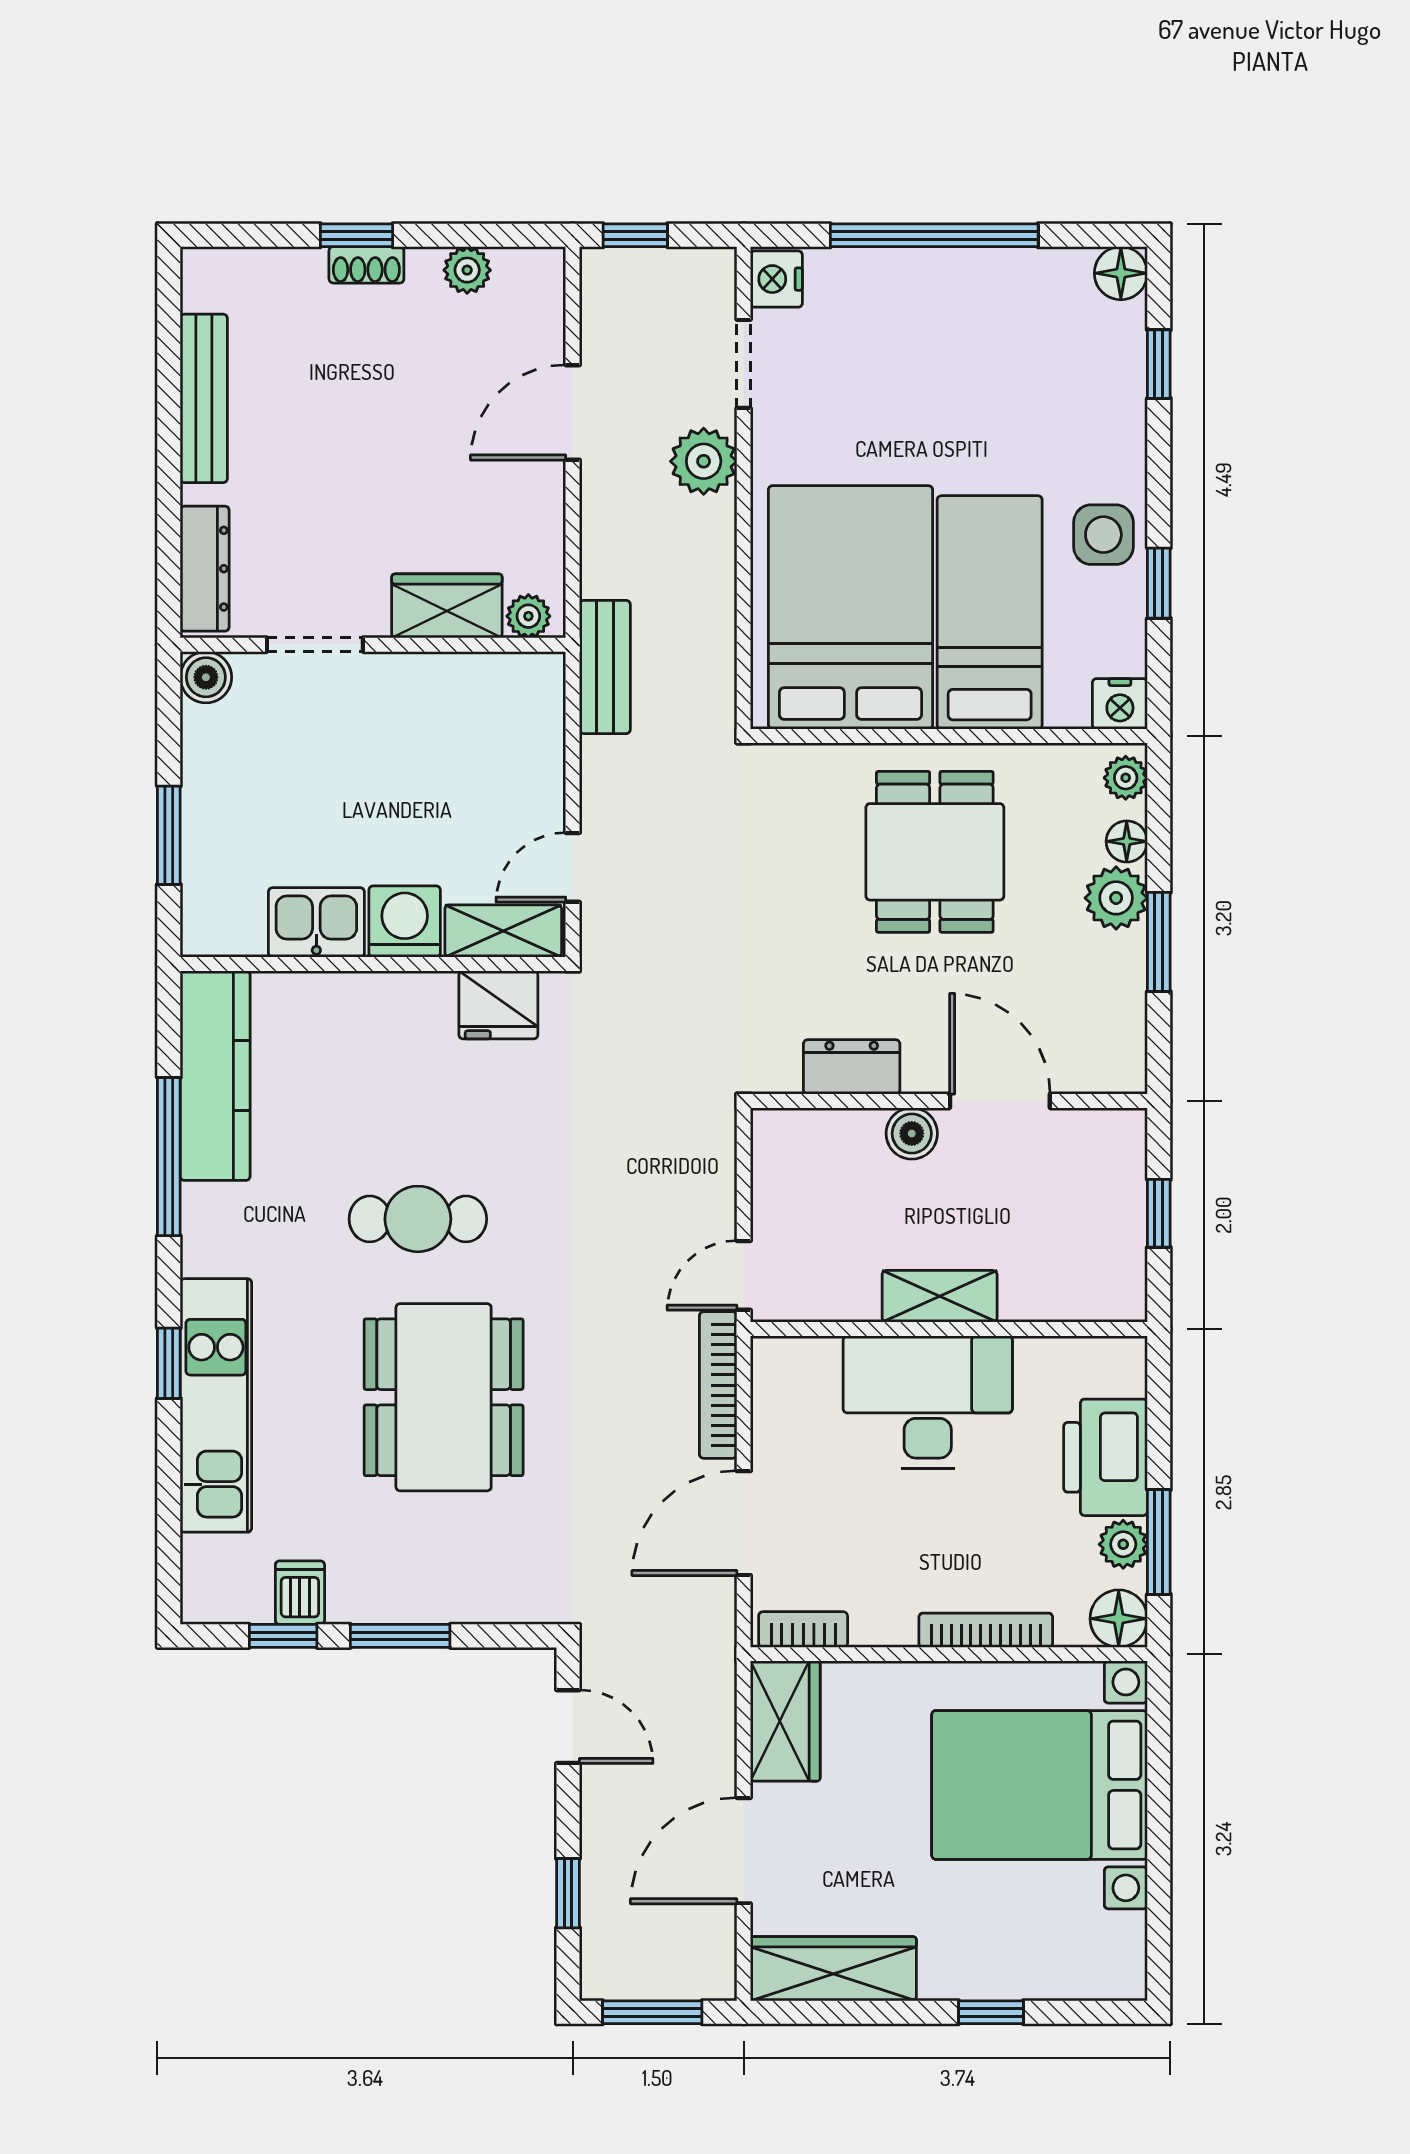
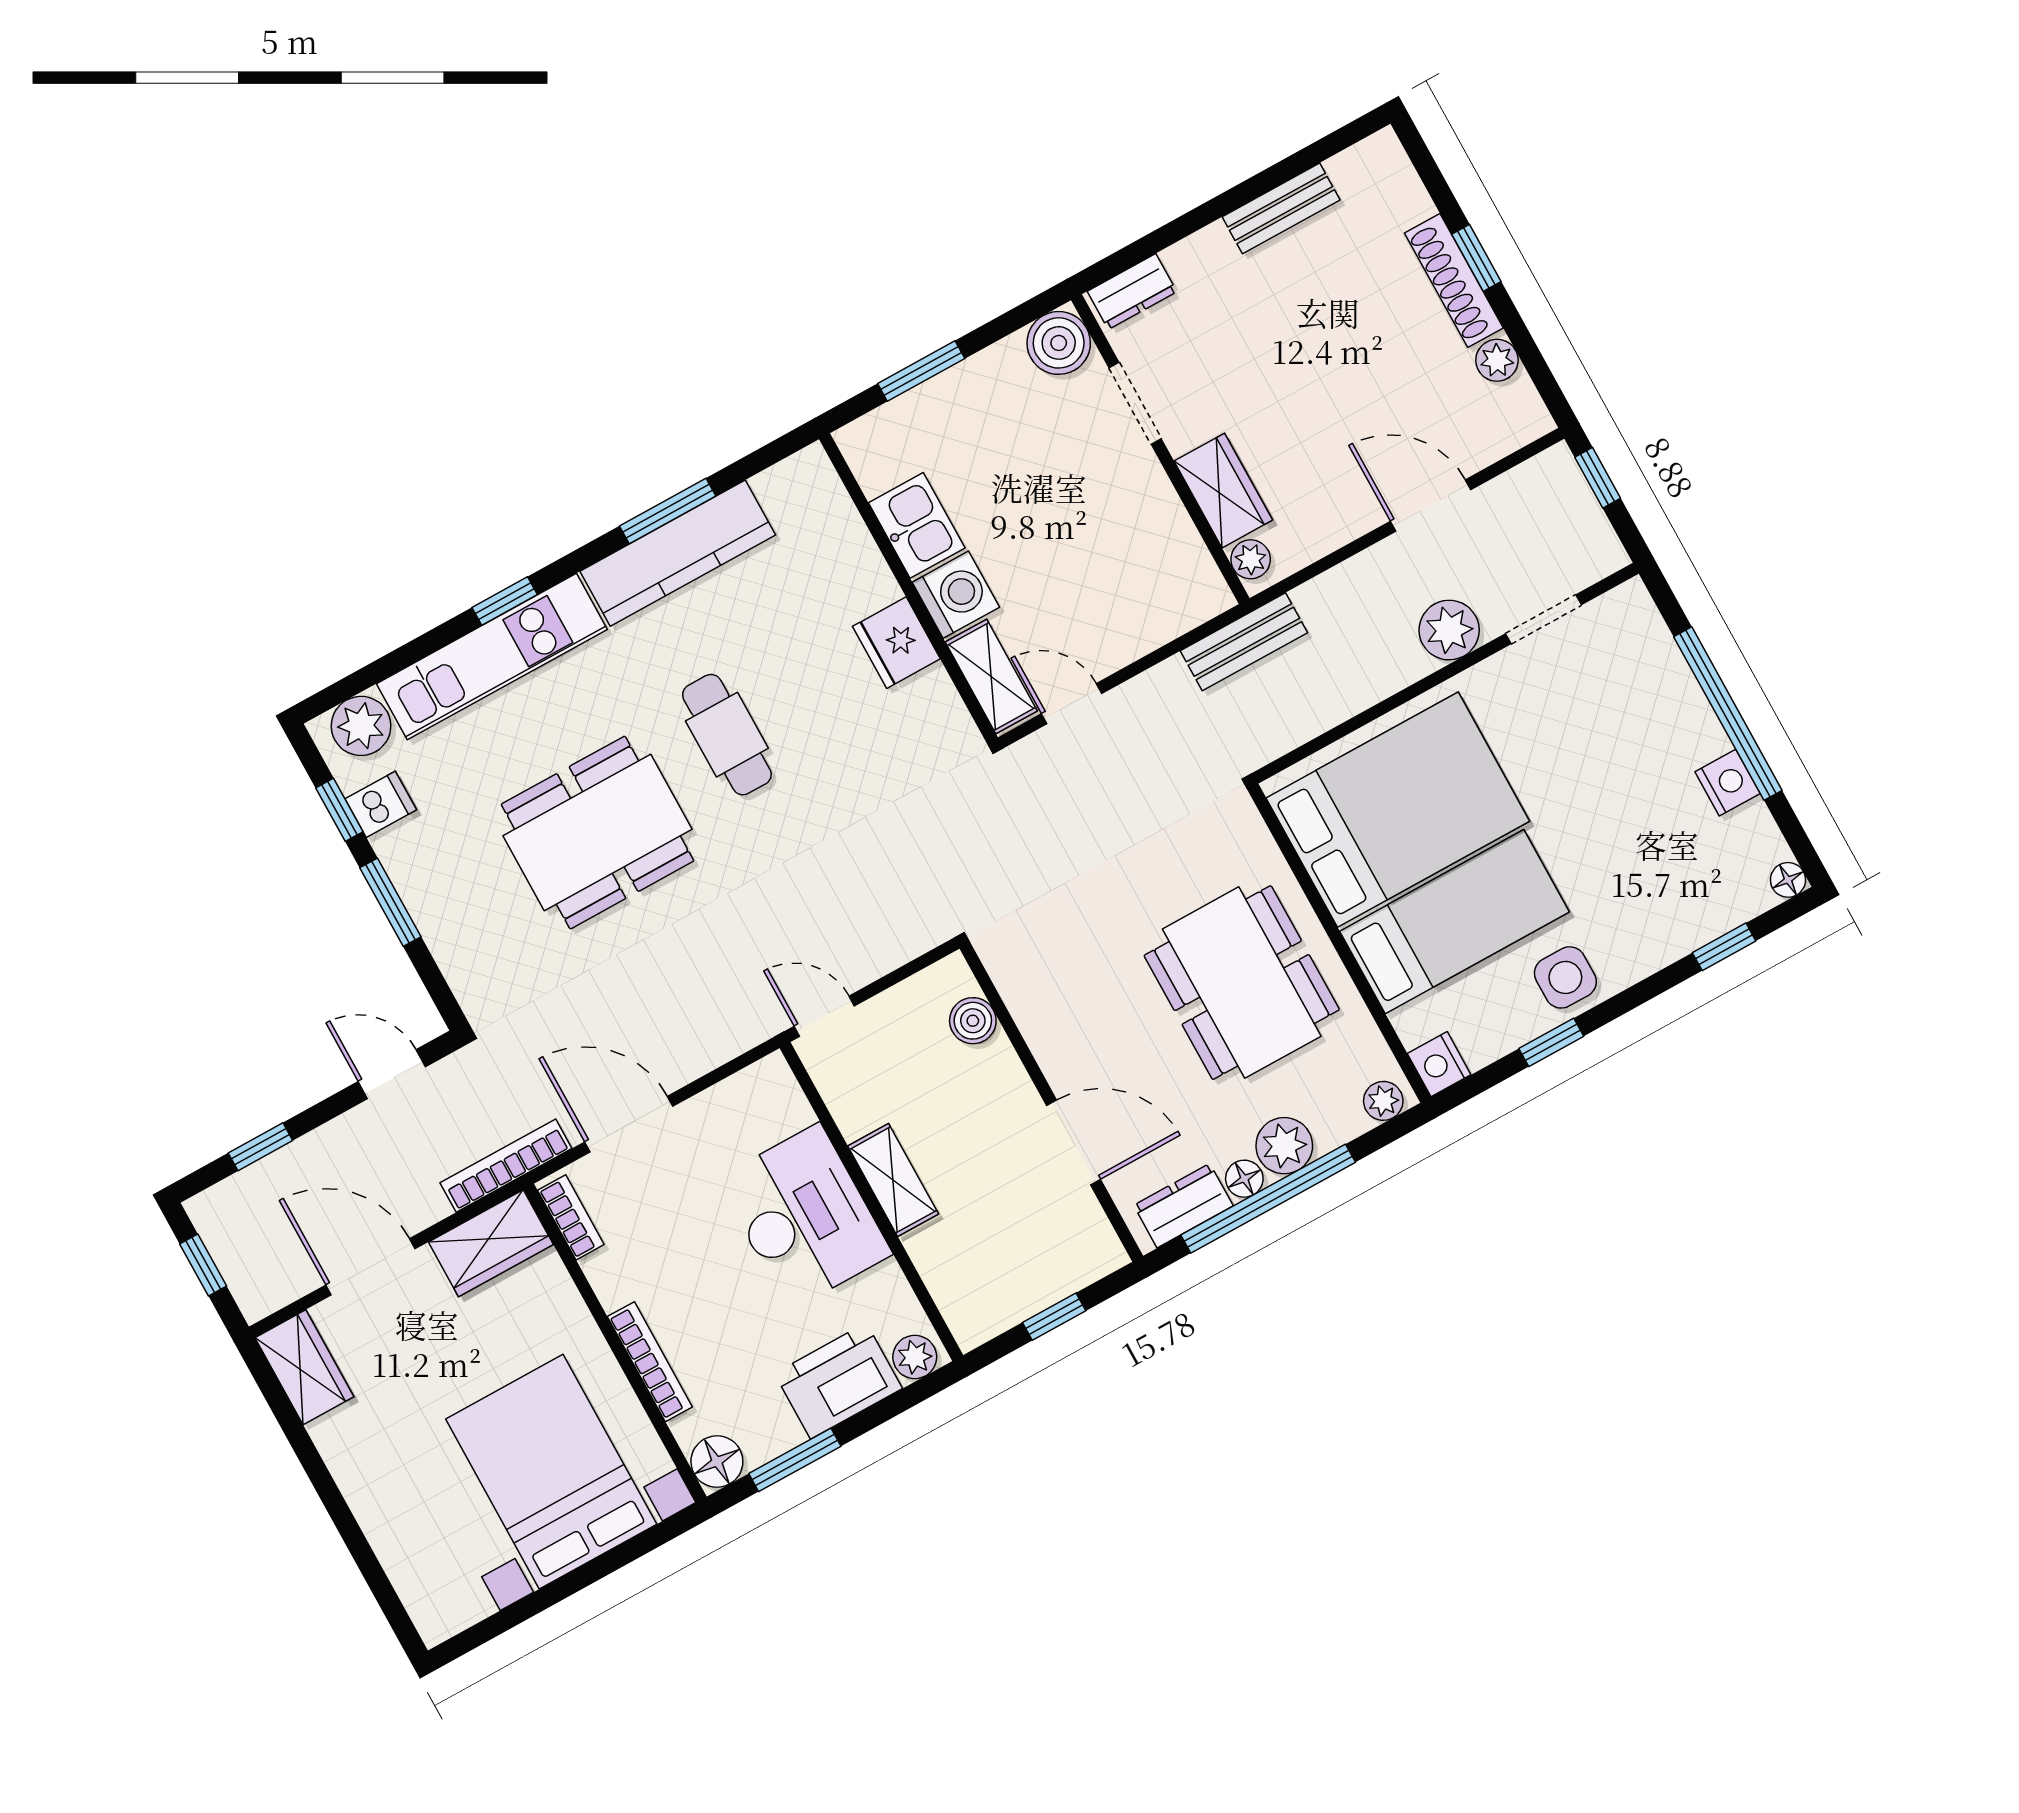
shoe rack: (366, 265) -> (1454, 280), width x1.94, depth x1.24
floor lamp: (1121, 273) -> (1788, 880), width x0.73, depth x0.73
nightstand: (776, 279) -> (1728, 783), moved, turned 90
bench: (204, 398) -> (1281, 208), width x0.73
dresser: (205, 569) -> (1132, 292), width x0.70
boiler: (206, 677) -> (1059, 343), width x1.36, depth x1.36
floor lamp: (1127, 841) -> (1244, 1179), moved
dining table: (935, 852) -> (1242, 983), width x1.38
window: (1159, 942) -> (1268, 1199), width x2.11
fridge: (498, 1005) -> (896, 643), moved
dresser: (852, 1067) -> (1183, 1206), moved, turned -90
kitchen counter: (215, 1076) -> (678, 553), moved
door: (1000, 1101) -> (1073, 1142), hinge flipped
boiler: (912, 1133) -> (973, 1021), moved
window: (169, 1157) -> (668, 511), width x0.69
bookcase: (718, 1385) -> (506, 1166), moved
plant: (1123, 1544) -> (915, 1357), moved
plant: (213, 1570) -> (361, 726), added
door: (568, 1727) -> (392, 1074), swing flipped
wardrobe: (833, 1969) -> (304, 1367), width x0.67
window: (652, 2012) -> (203, 1265), width x0.67
window: (991, 2012) -> (351, 1532), removed

